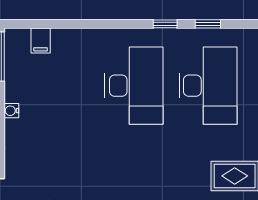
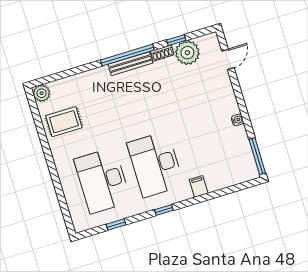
window: (165, 24) -> (164, 210), moved
filing cabinet: (41, 40) -> (199, 186), moved

